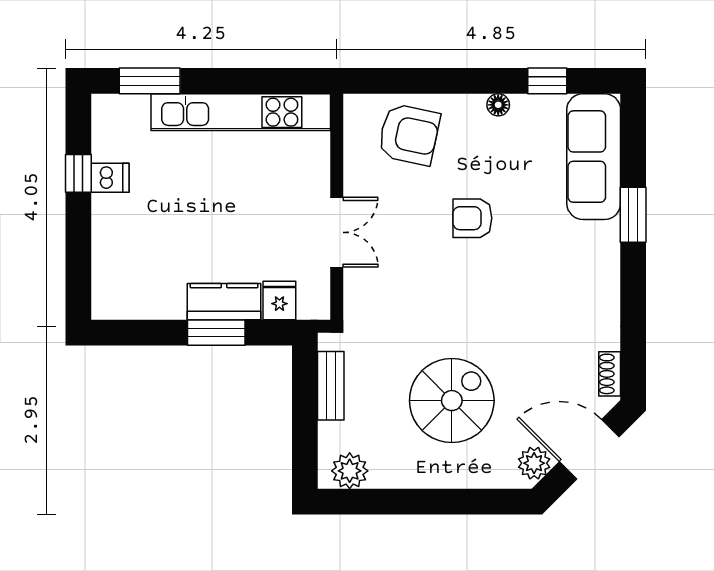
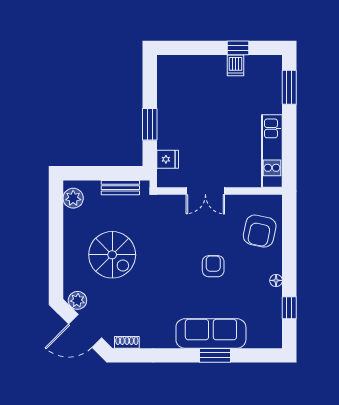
kitchen unit: (241, 112) -> (272, 151), width x0.73
sofa: (594, 157) -> (211, 333), moved
kitchen counter: (224, 302) -> (167, 129), removed
door: (589, 449) -> (85, 331), swing flipped

